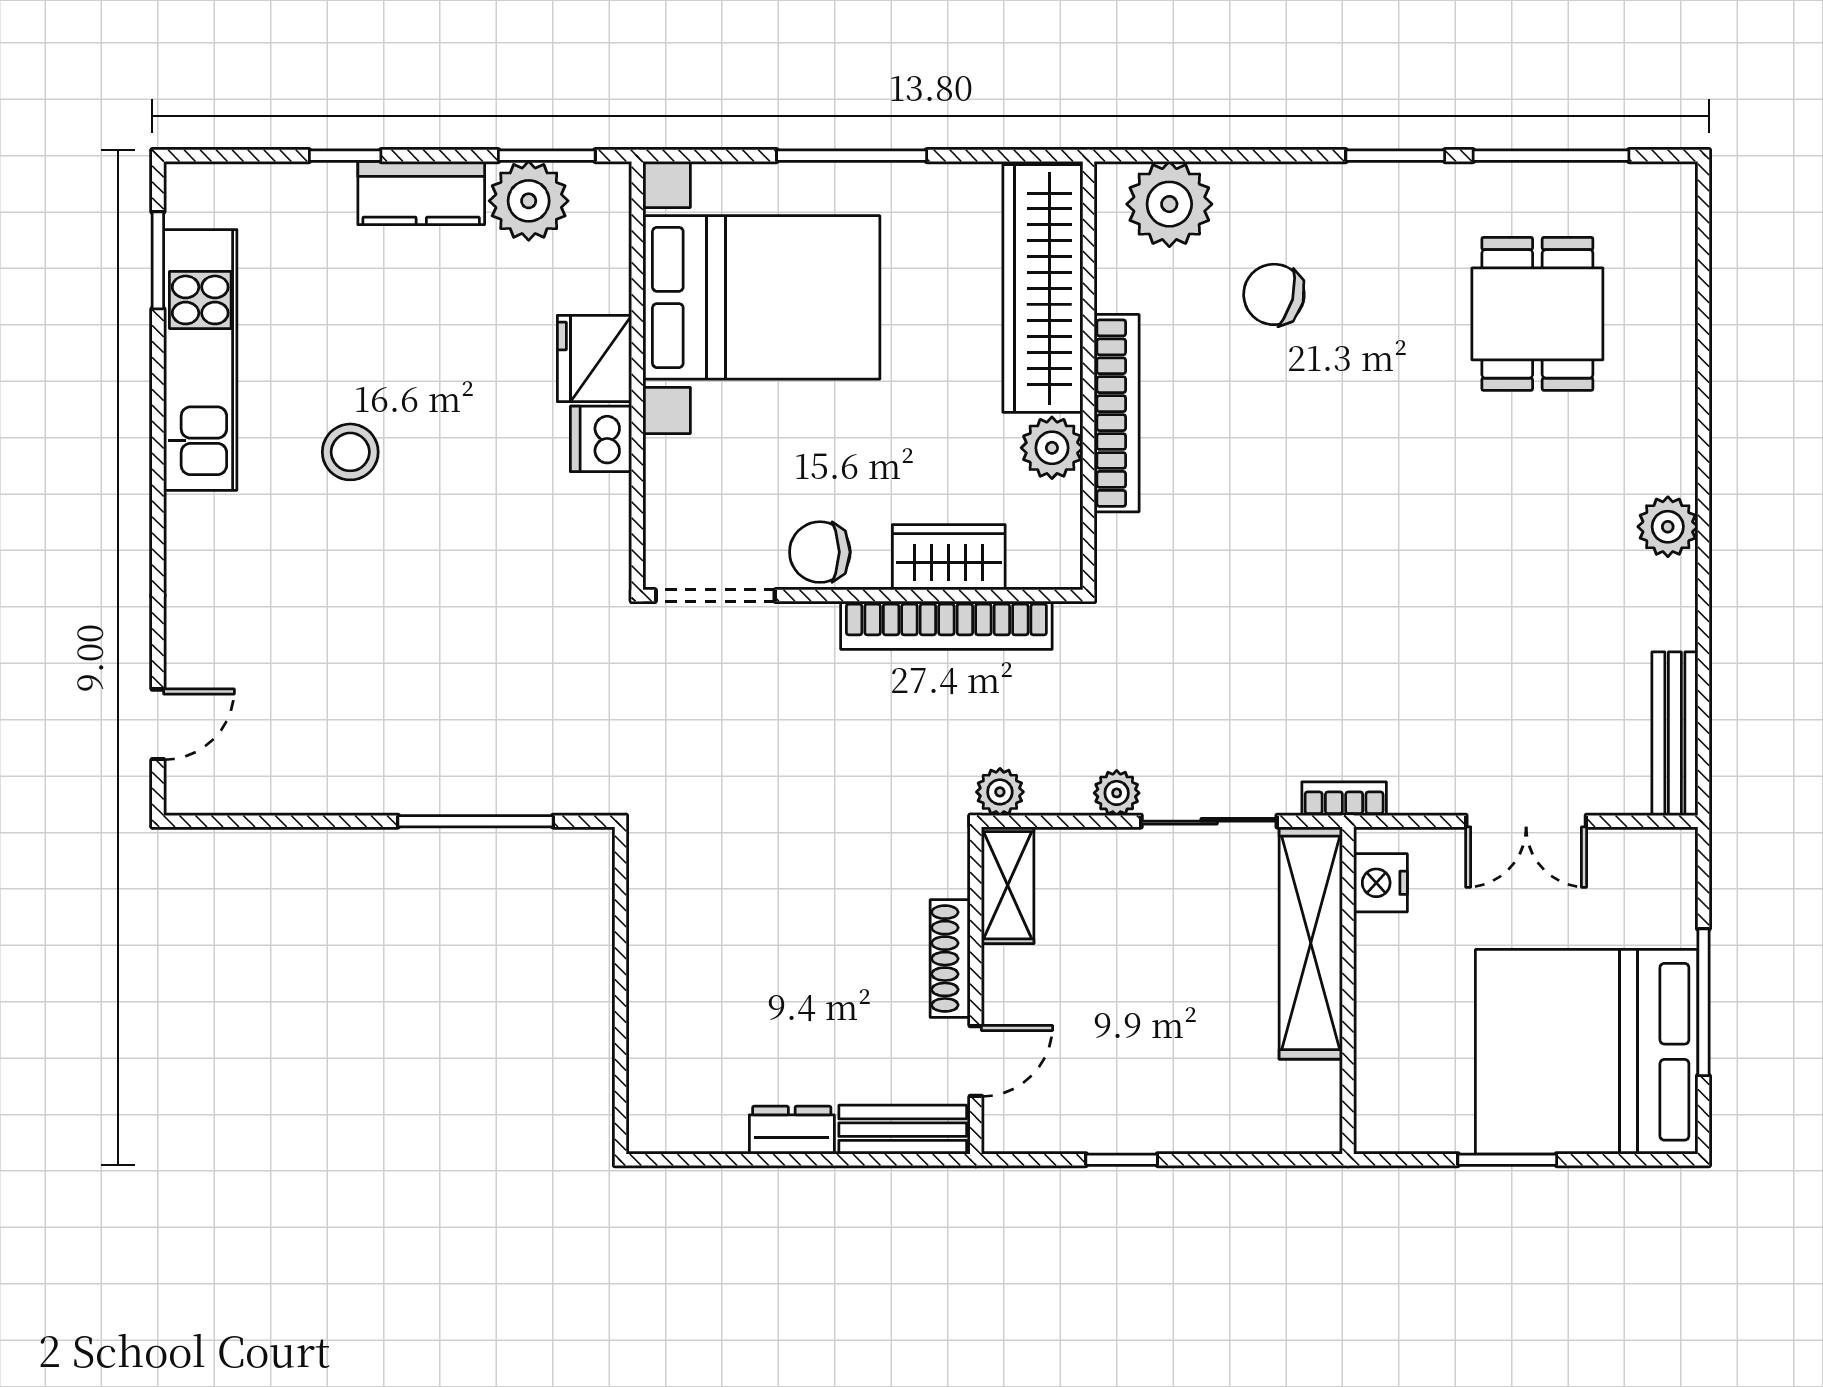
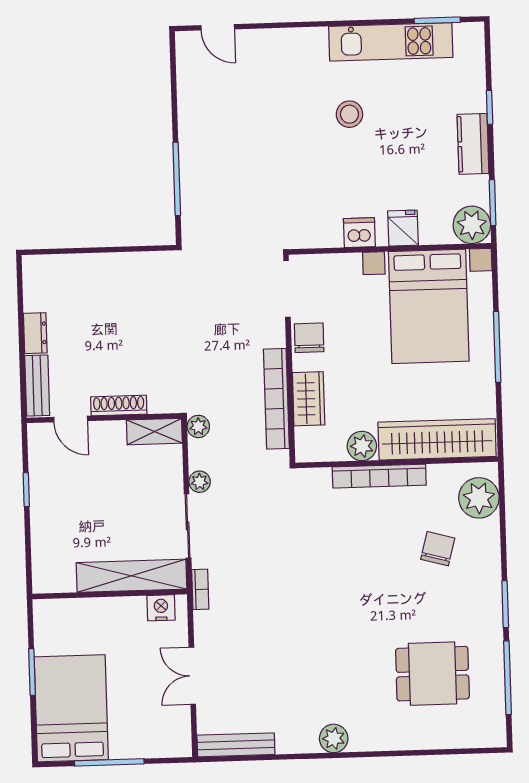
plant: (529, 201) -> (472, 225), moved
fridge: (595, 358) -> (403, 228), width x0.72
bed: (1587, 1052) -> (71, 708), width x0.73

